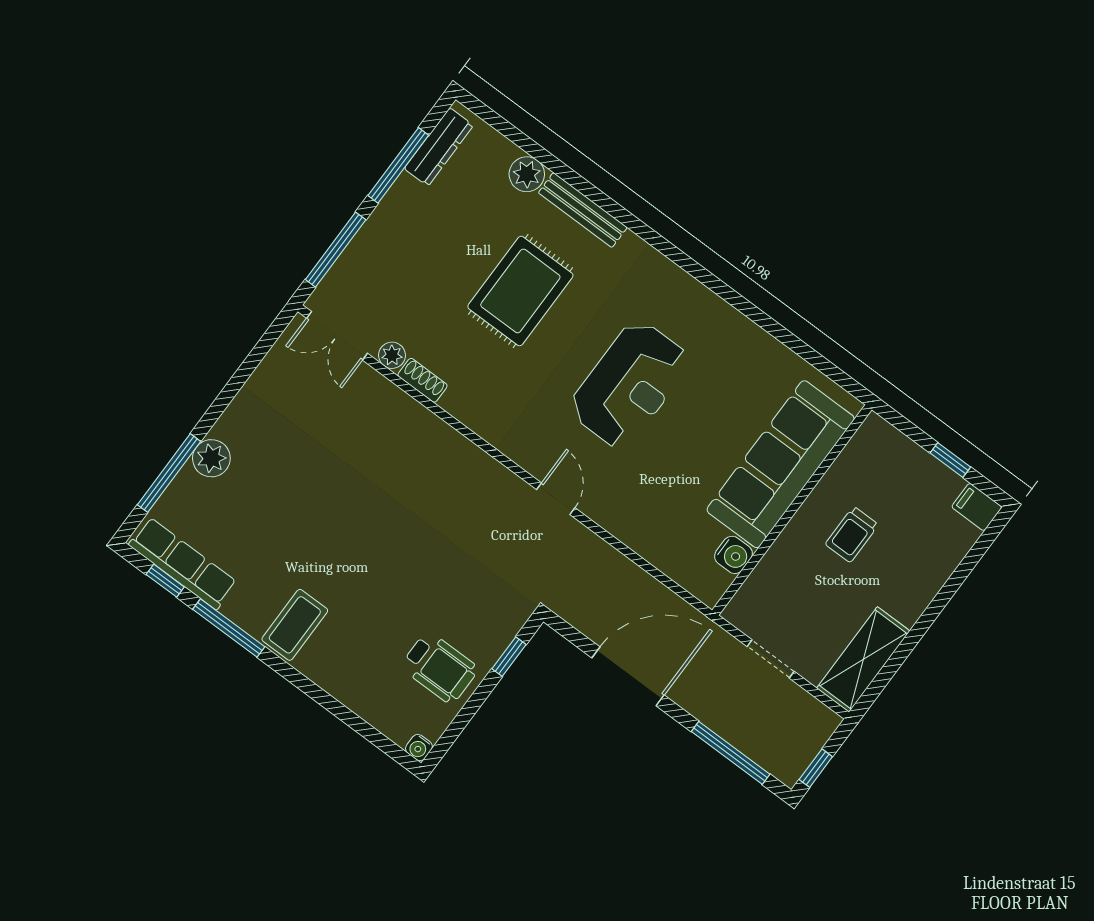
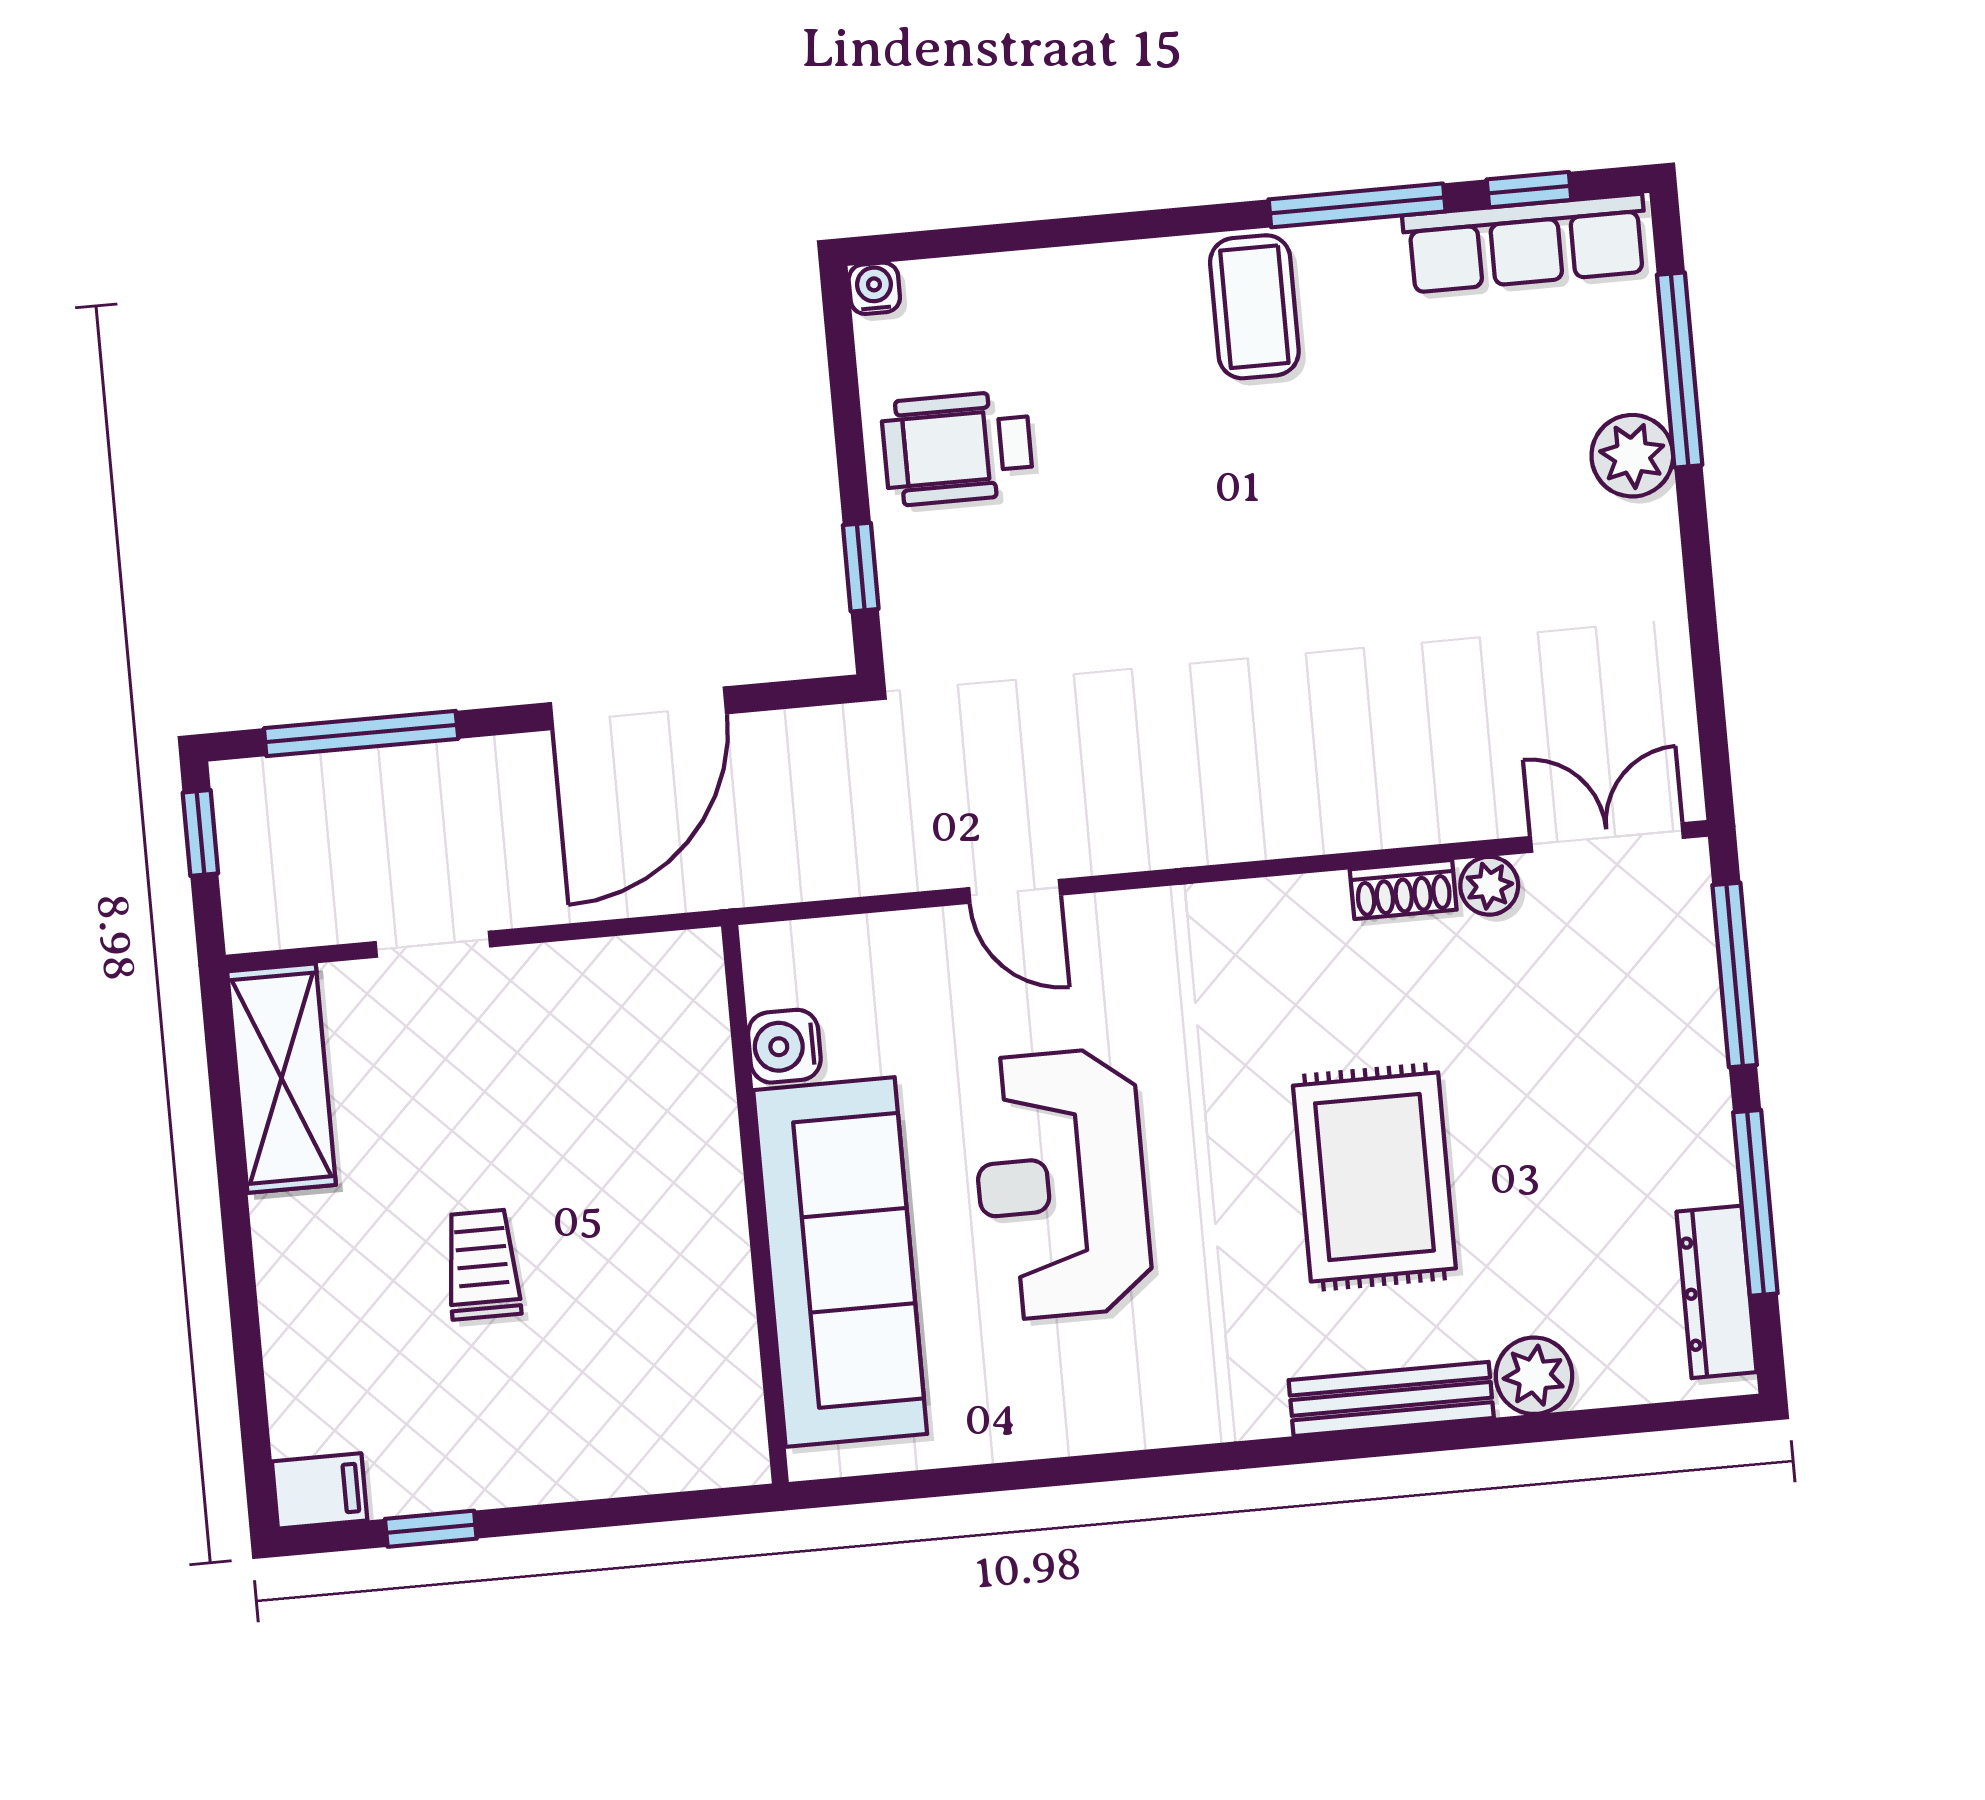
sofa: (781, 464) -> (840, 1262), moved
wall: (792, 510) -> (755, 1204), moved
water cooler: (734, 555) -> (784, 1046), moved

